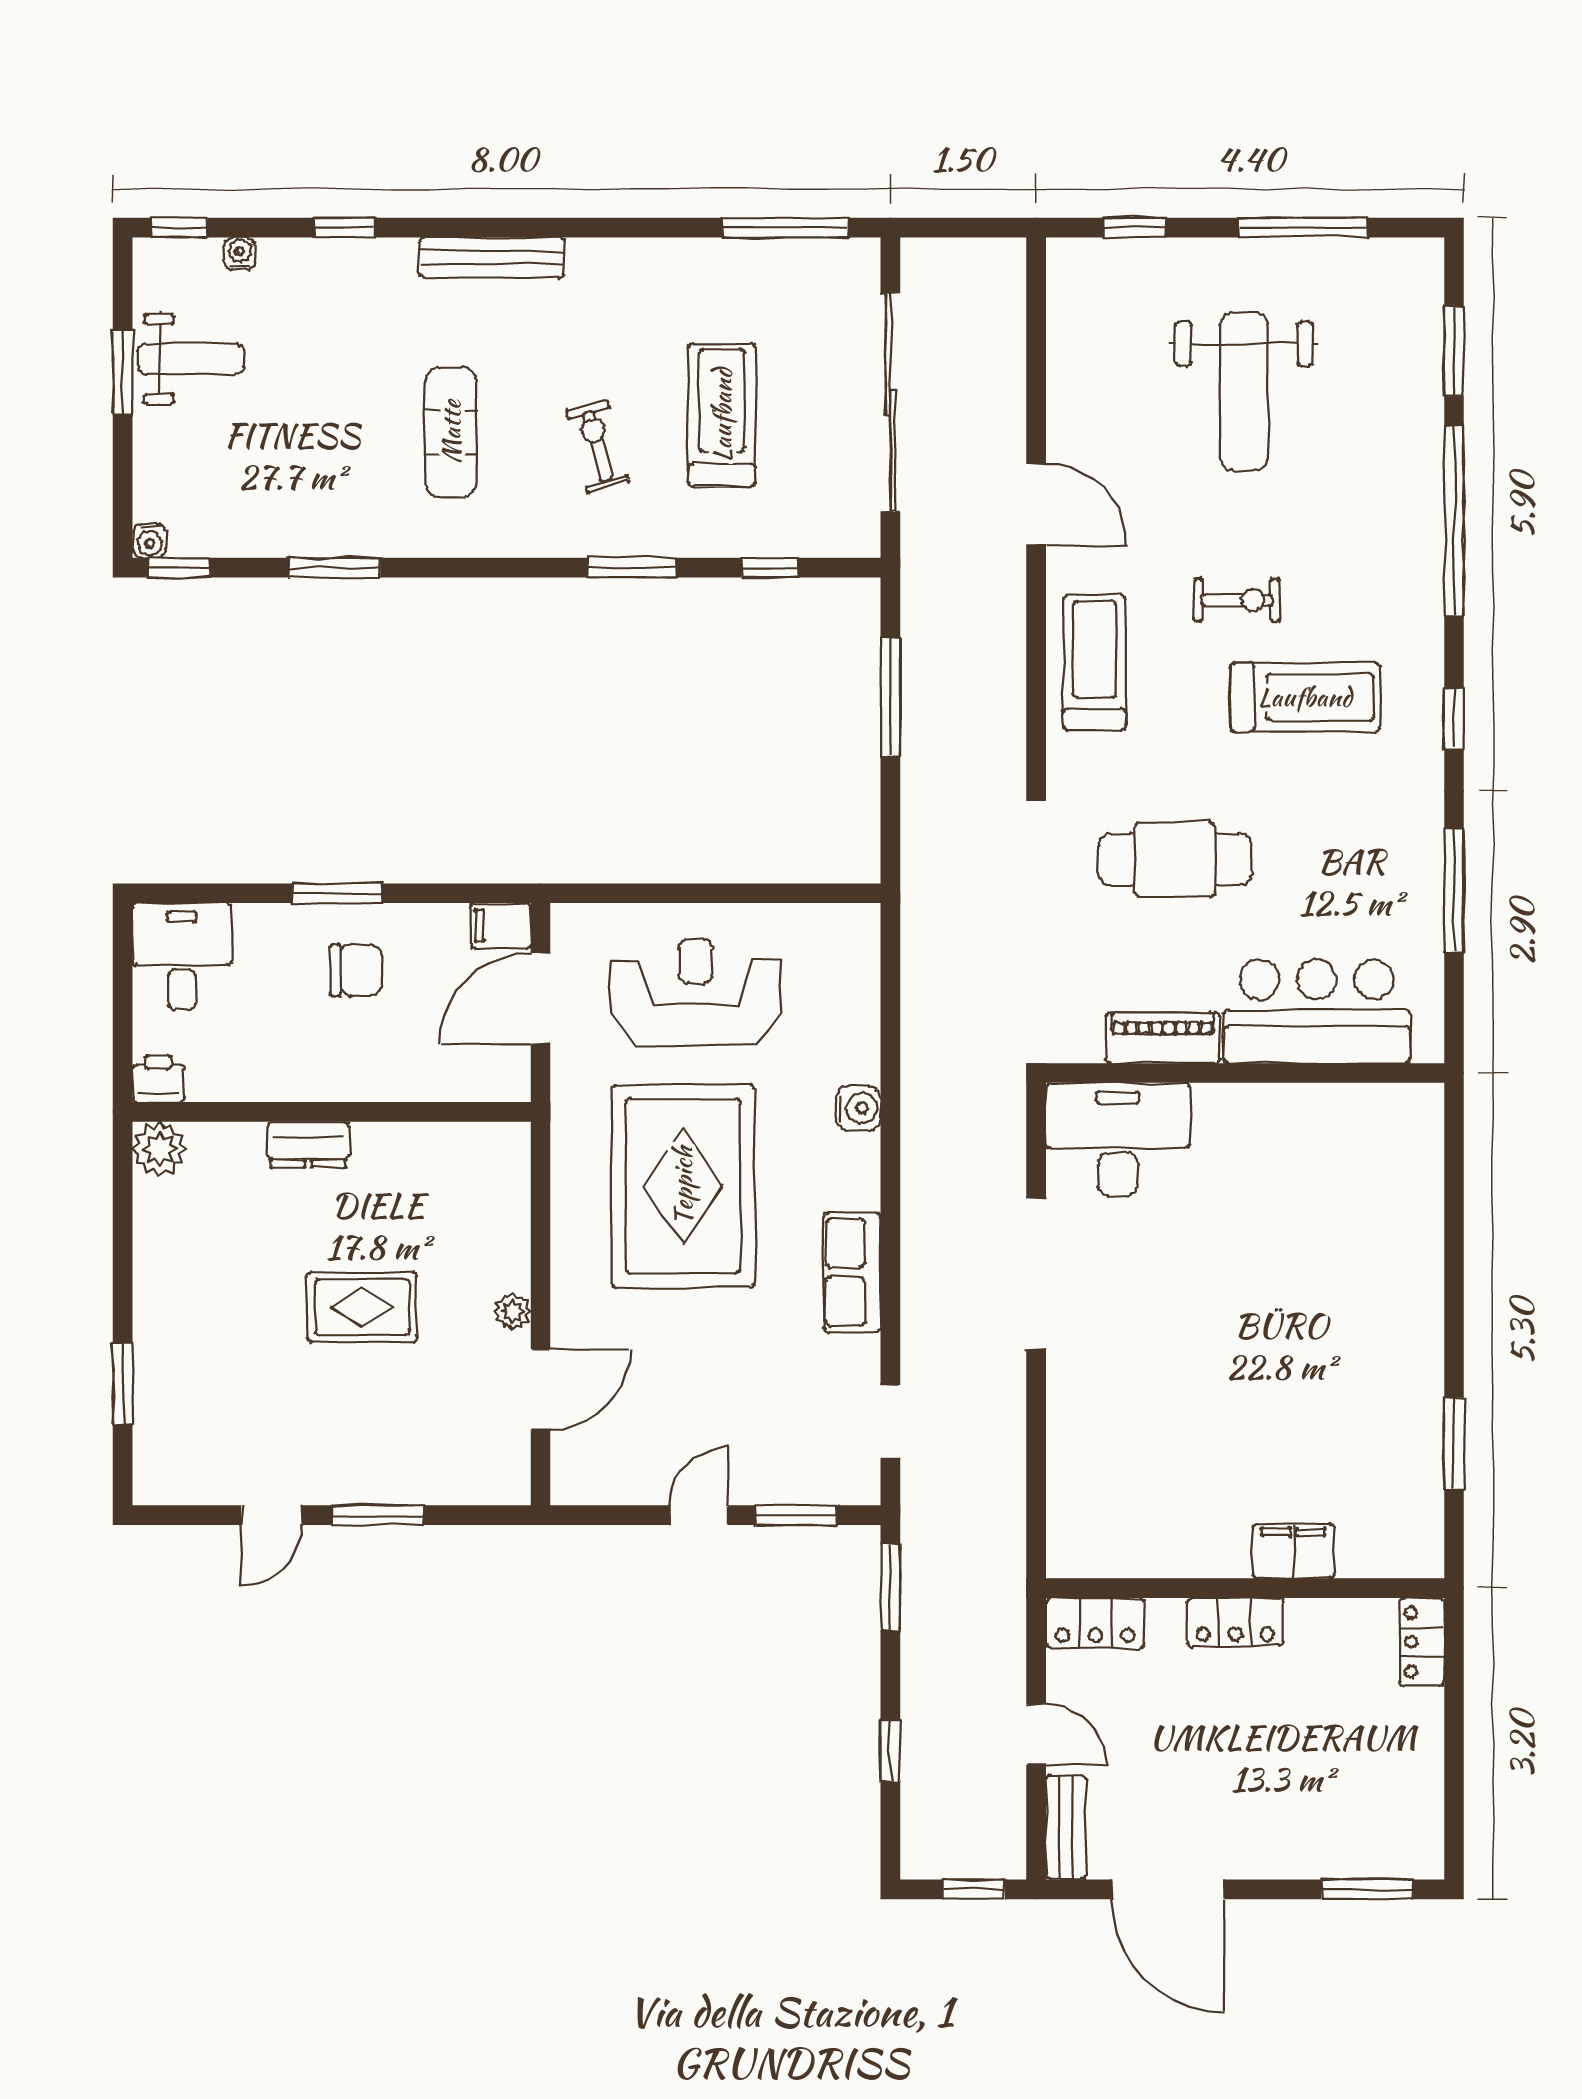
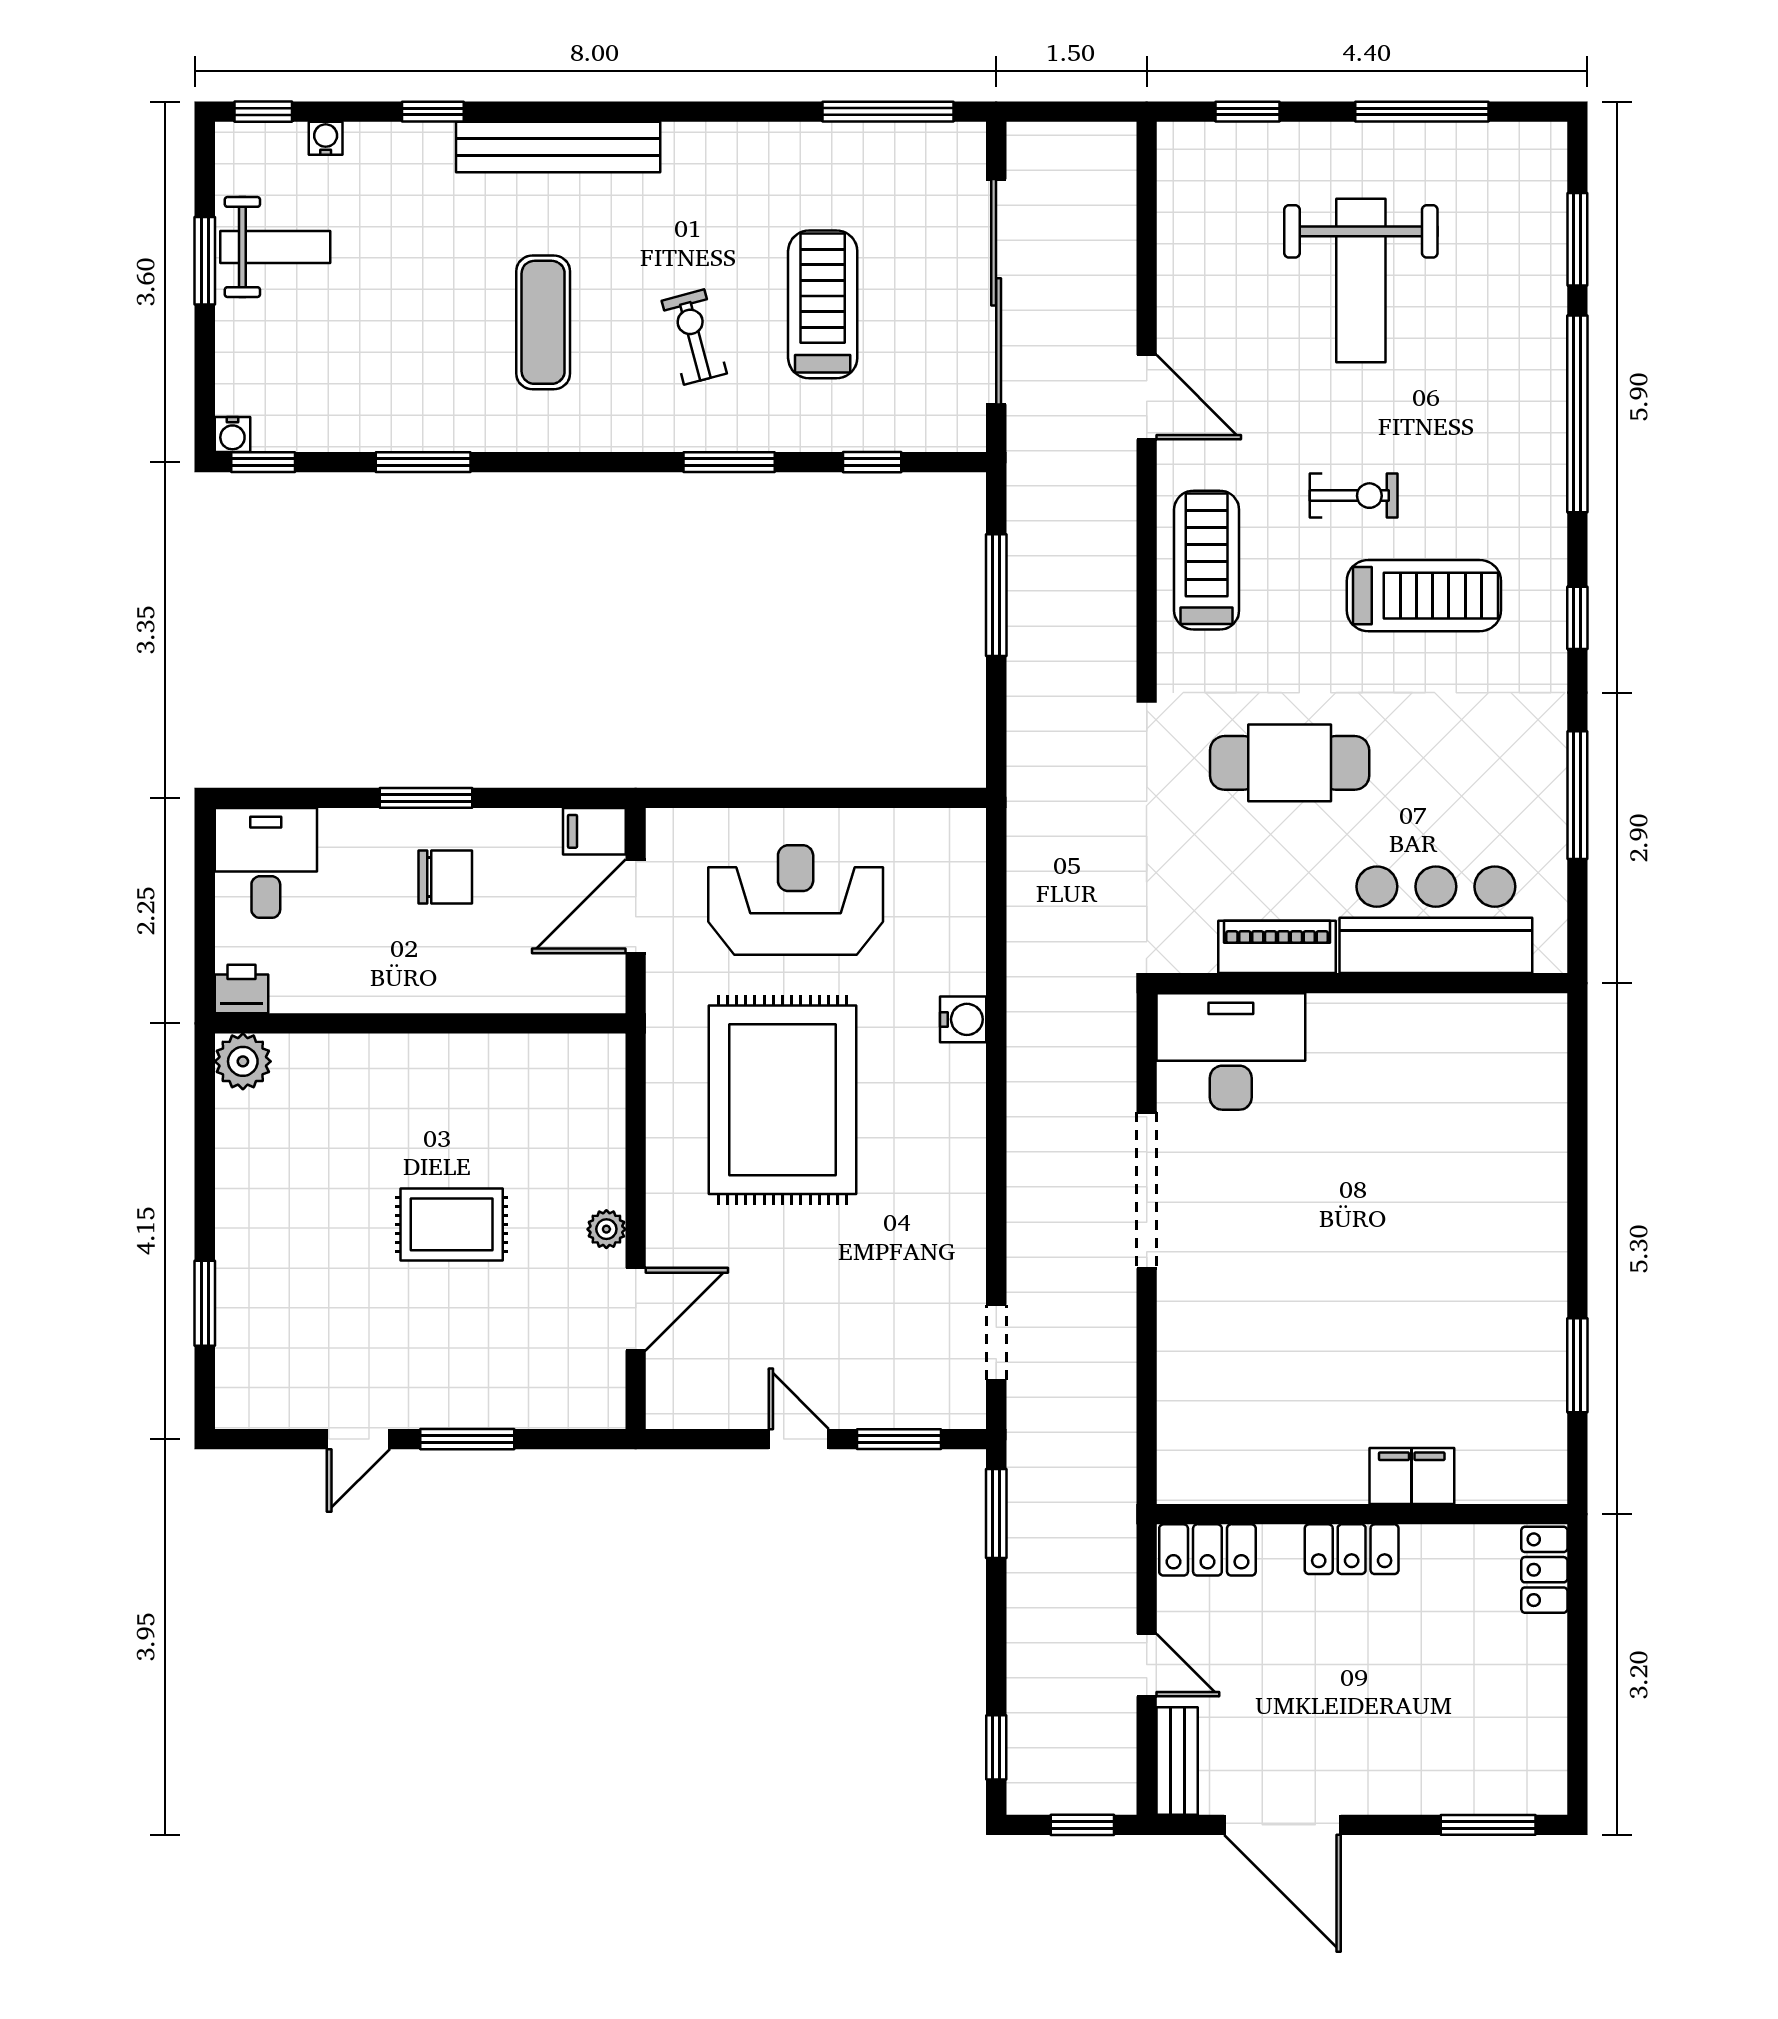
bench: (492, 258) -> (558, 147), width x1.37, depth x1.21
dresser: (308, 1145) -> (396, 1057), removed
row of seats: (852, 1272) -> (957, 1189), removed
door: (699, 1515) -> (799, 1439), hinge flipped
window: (890, 1751) -> (996, 1747), moved

